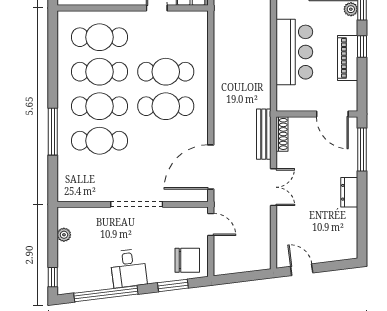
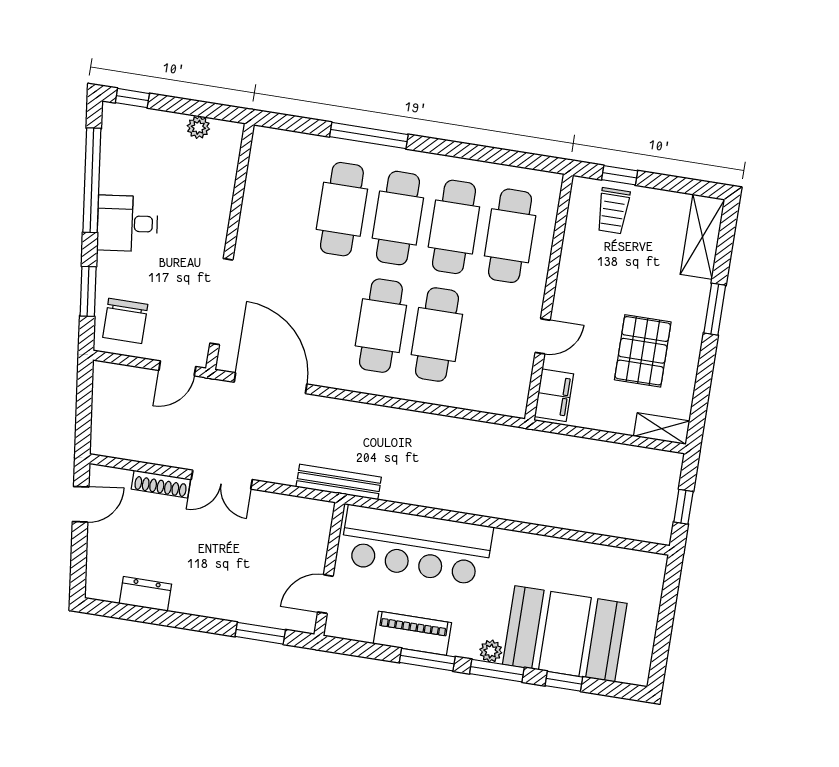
window: (362, 47) -> (427, 660), width x1.50
bar counter: (294, 52) -> (416, 545), width x1.36
door: (332, 114) -> (325, 594), width x0.73
bench: (264, 134) -> (339, 482), moved
shoe rack: (282, 134) -> (161, 484), moved
window: (362, 149) -> (260, 633), width x0.69
dresser: (349, 192) -> (145, 594), moved
doorway: (137, 204) -> (221, 302), moved

